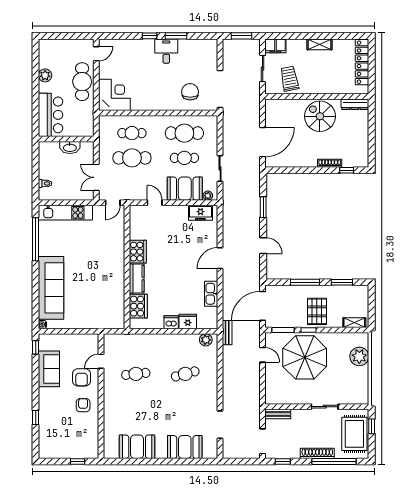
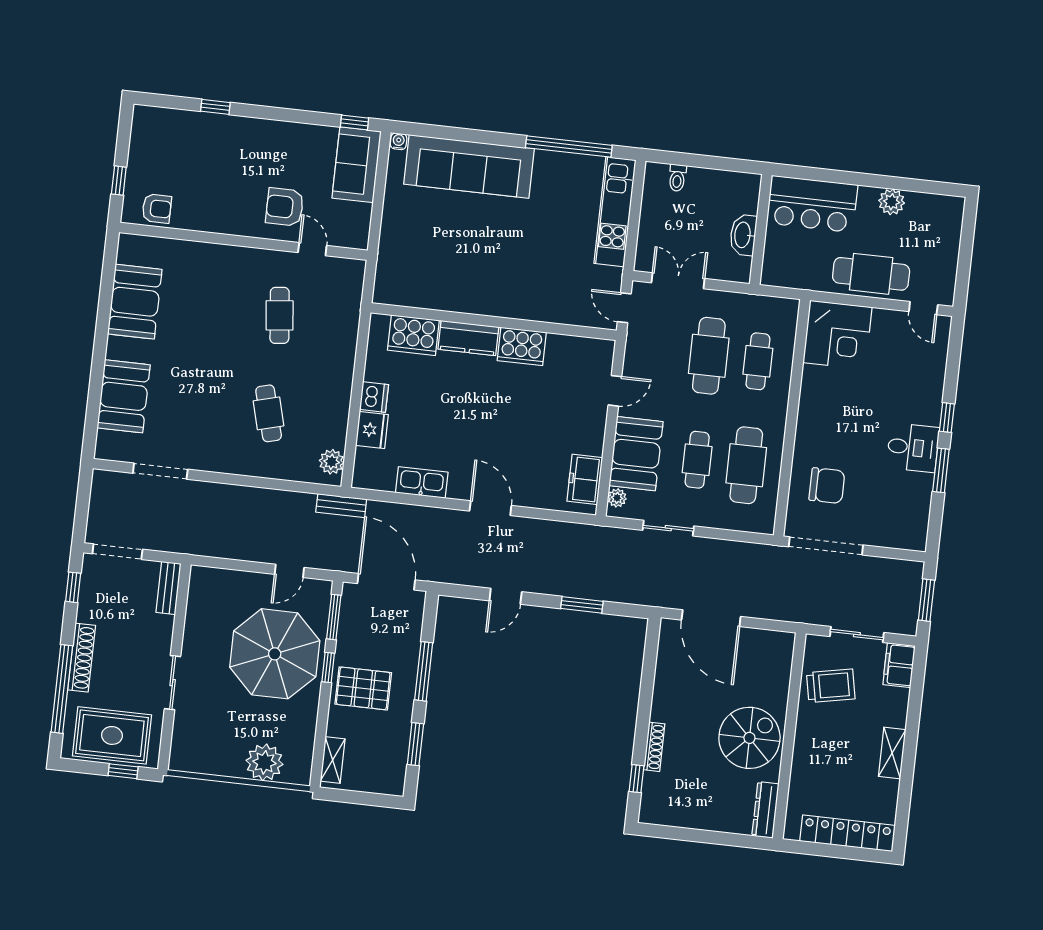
sofa: (49, 369) -> (357, 165), moved, turned 90
armchair: (83, 405) -> (157, 209), moved

